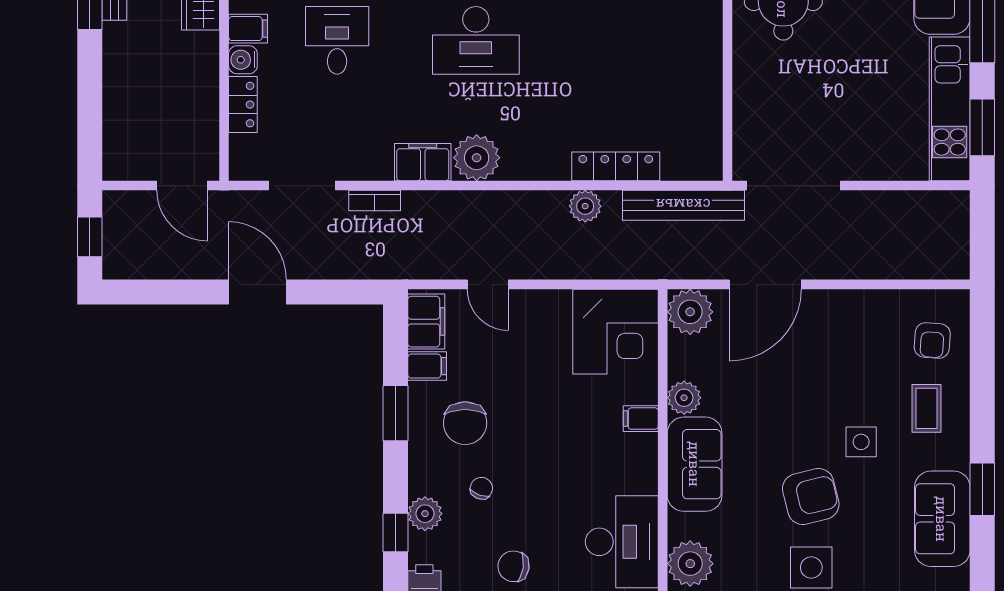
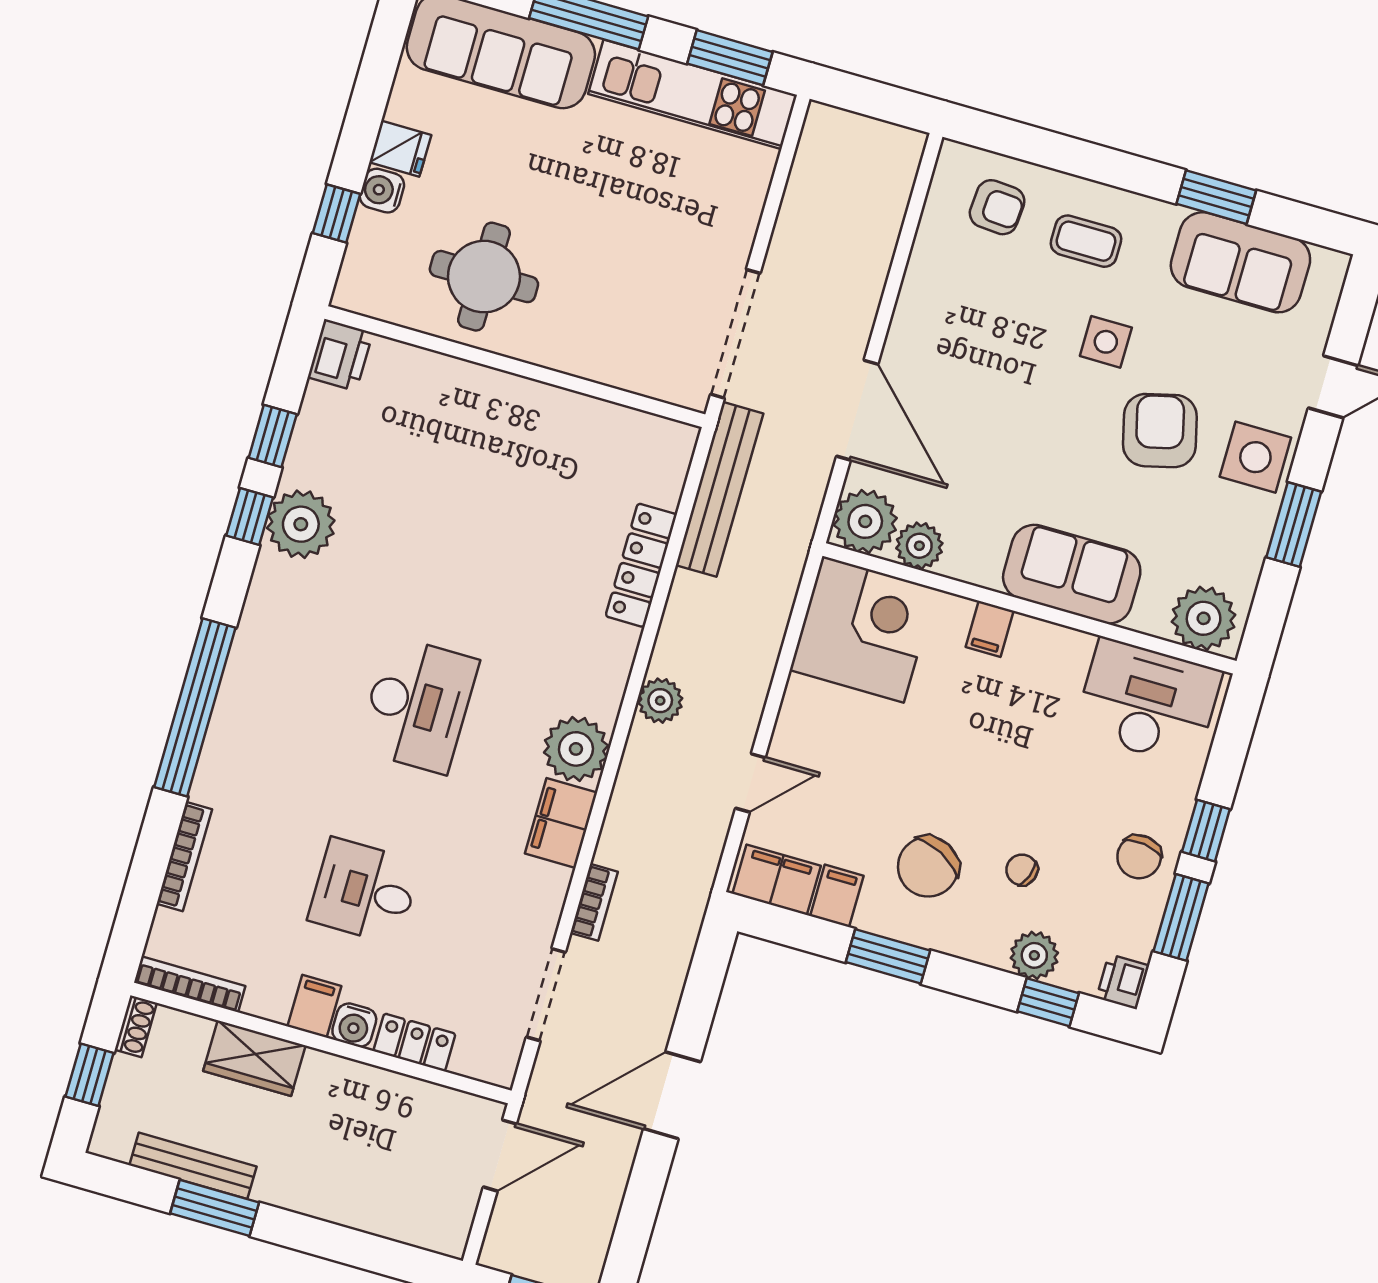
plant: (585, 206) -> (660, 701), moved
plant: (684, 398) -> (919, 546), moved
chair: (465, 423) -> (928, 867), turned 117

